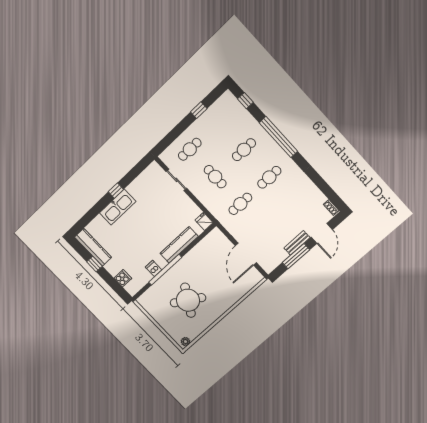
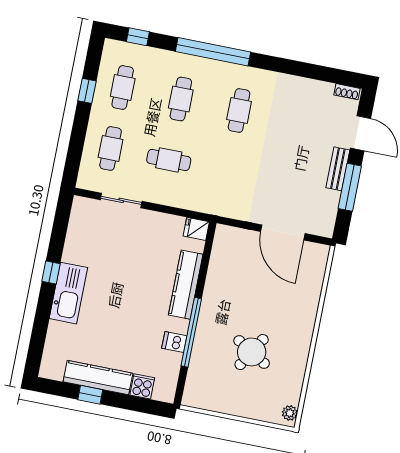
cafe table: (240, 204) -> (123, 87), moved
kitchen counter: (93, 247) -> (98, 377), moved
round table: (188, 300) -> (252, 352), width x0.73, depth x0.73

